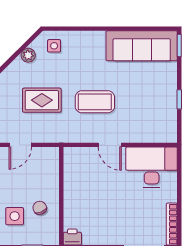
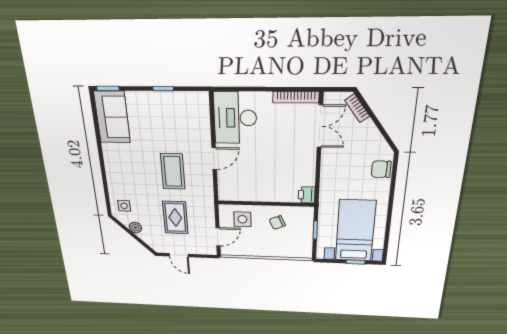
sofa: (142, 46) -> (112, 117), width x0.73
door: (20, 145) -> (218, 237), hinge flipped
side table: (15, 216) -> (242, 219), moved

